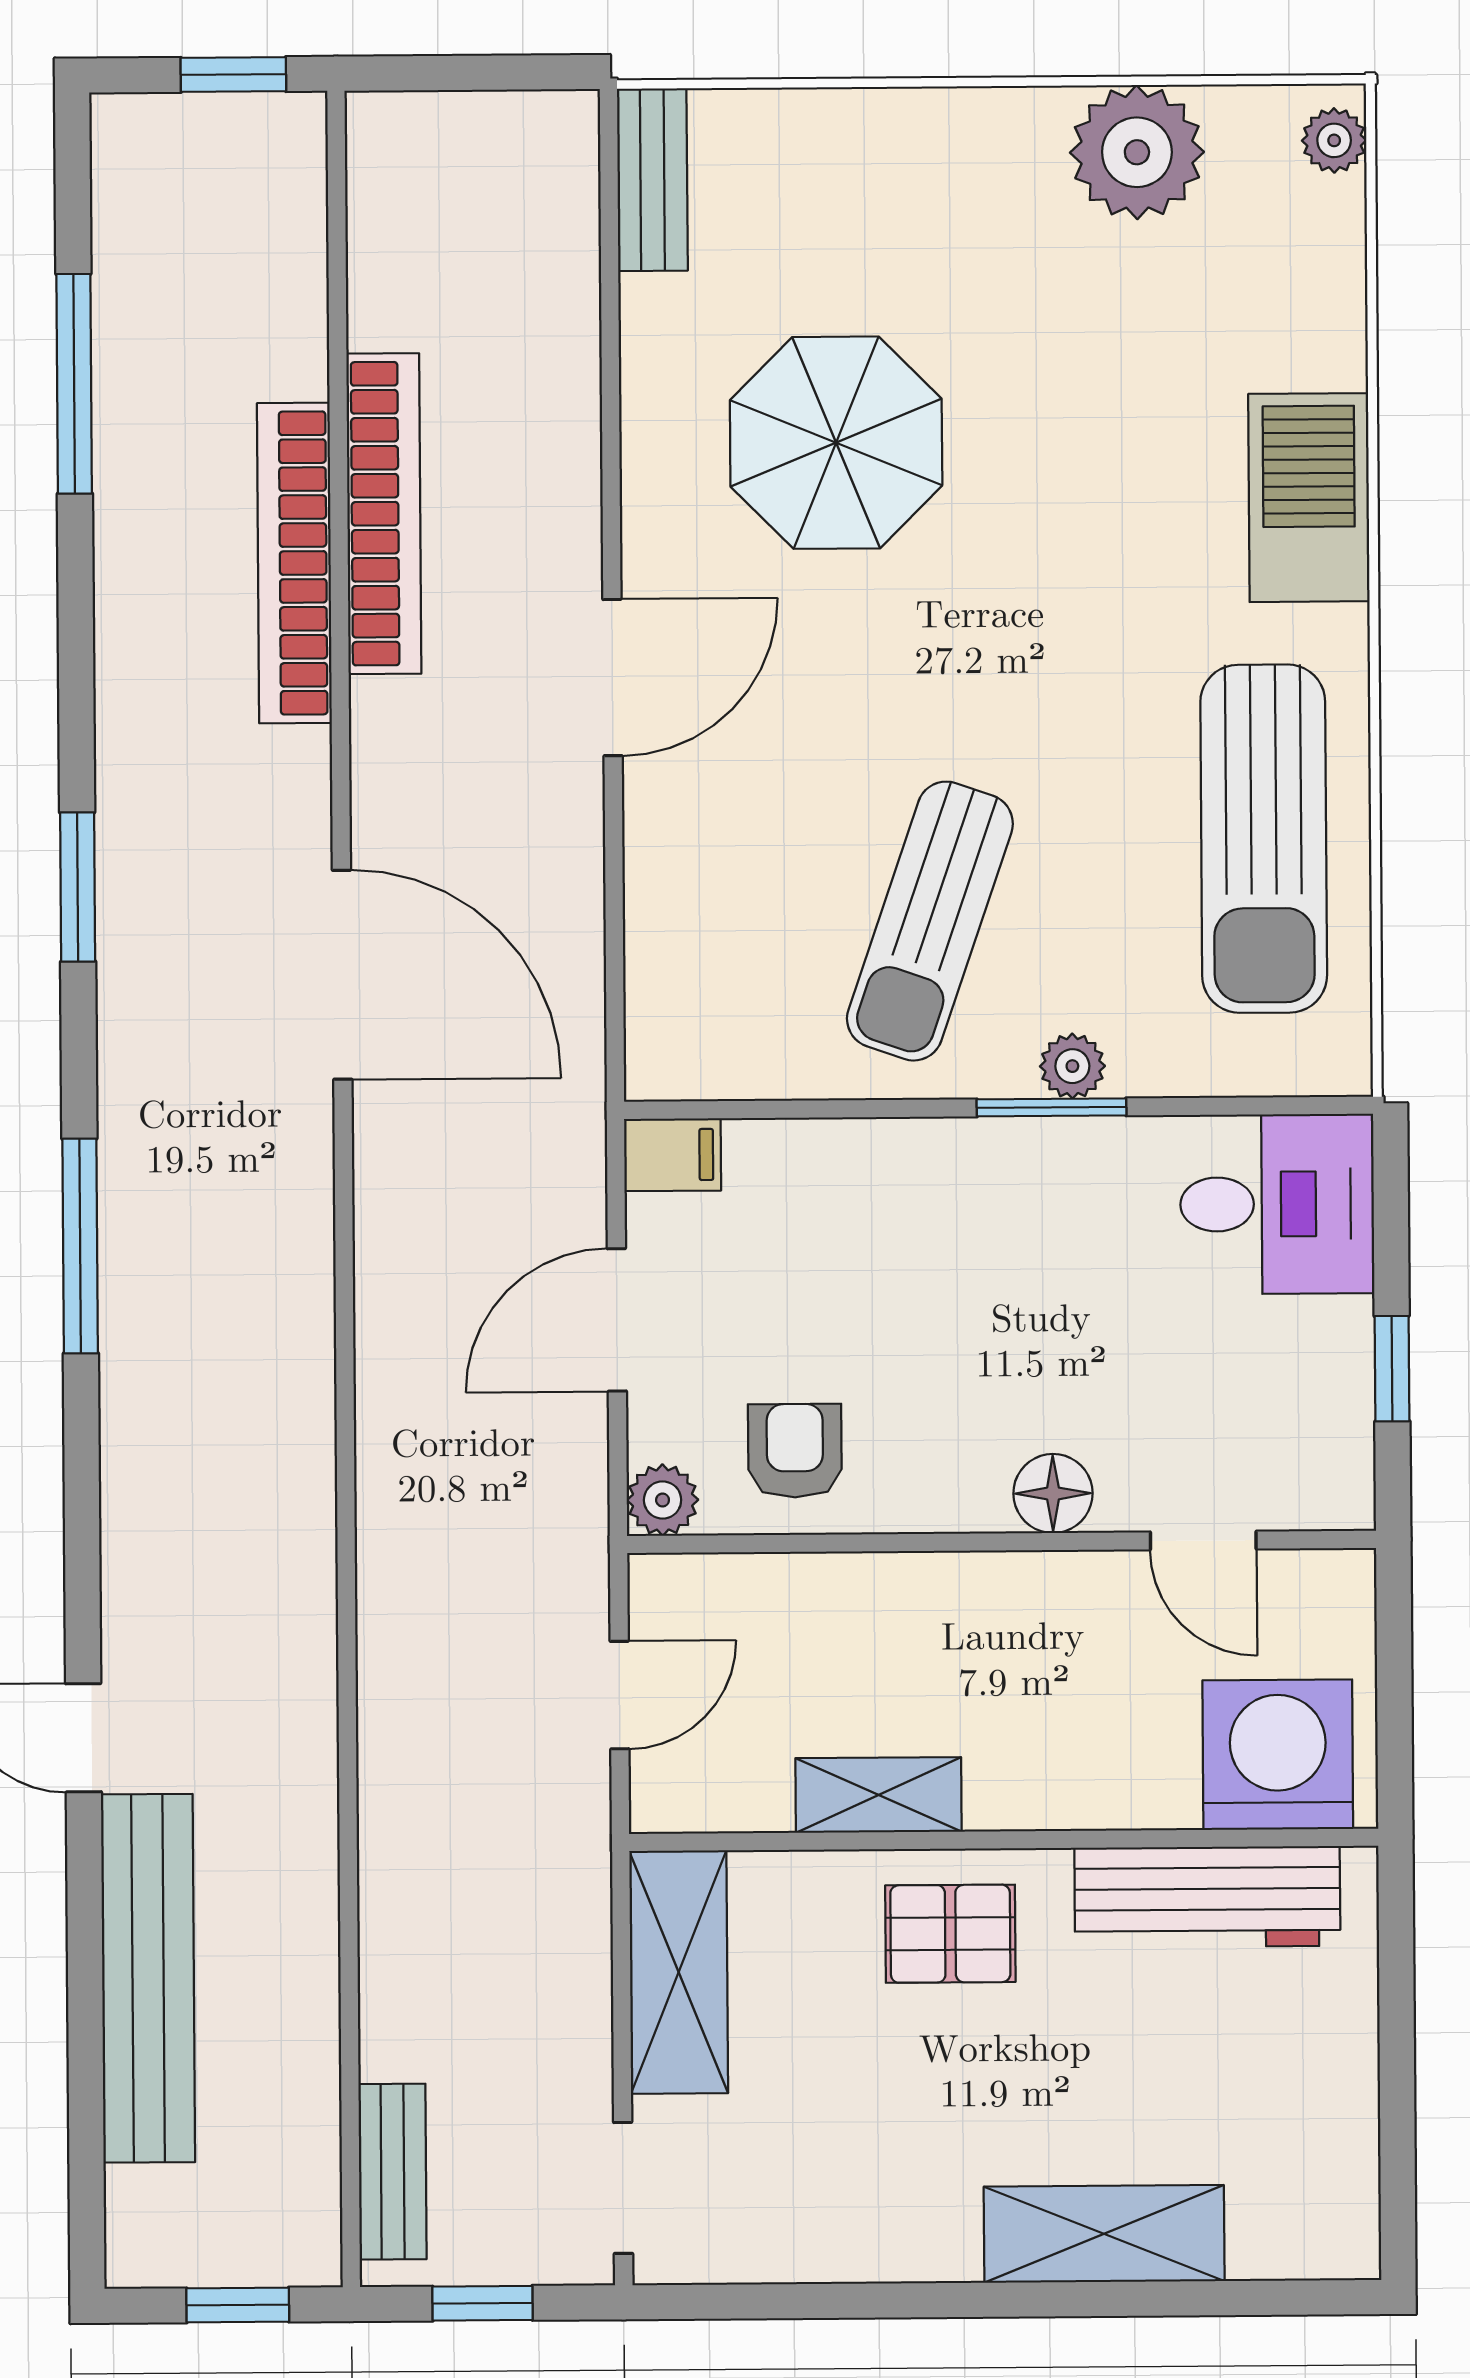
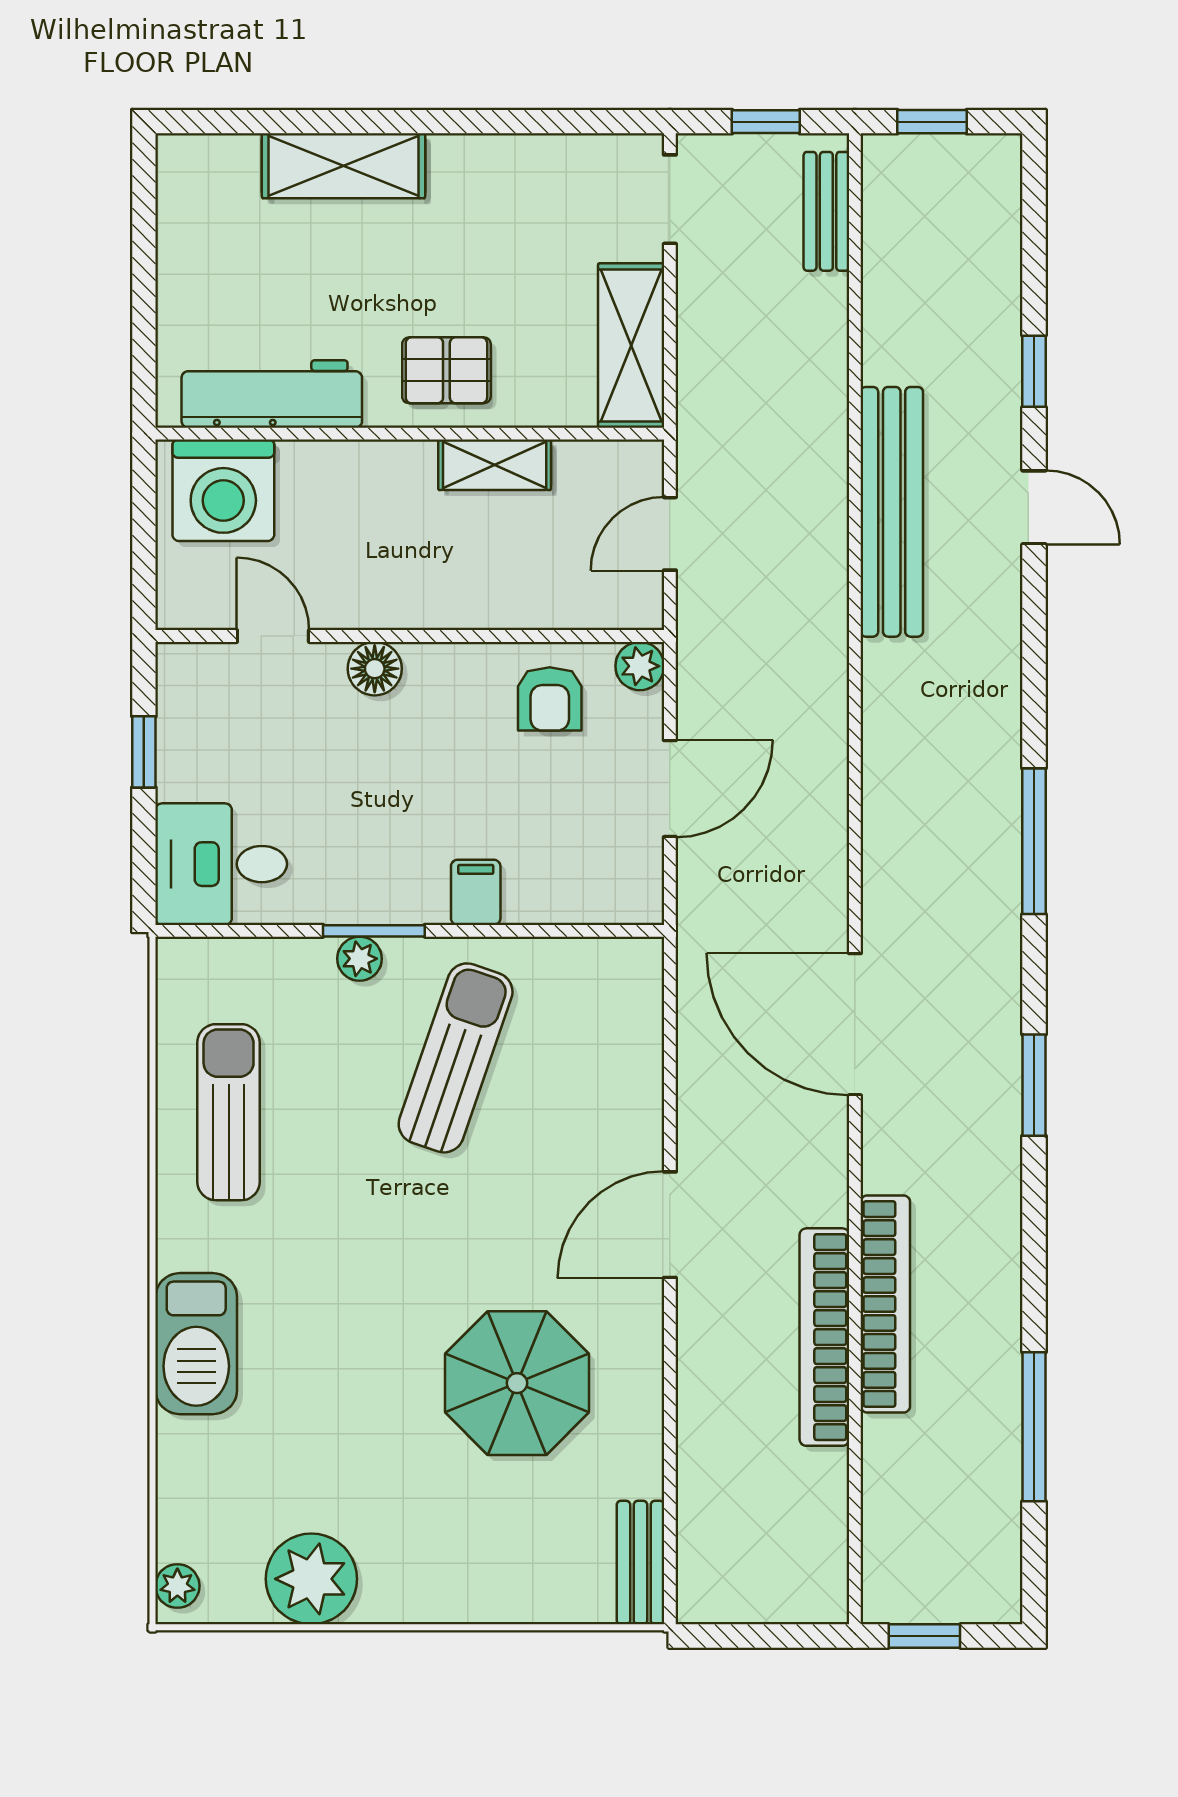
sun lounger: (1264, 839) -> (229, 1112), width x0.73, depth x0.75
filing cabinet: (673, 1155) -> (476, 892), moved, turned 90
window: (85, 1938) -> (1034, 371), added
bench: (148, 1978) -> (892, 512), moved

